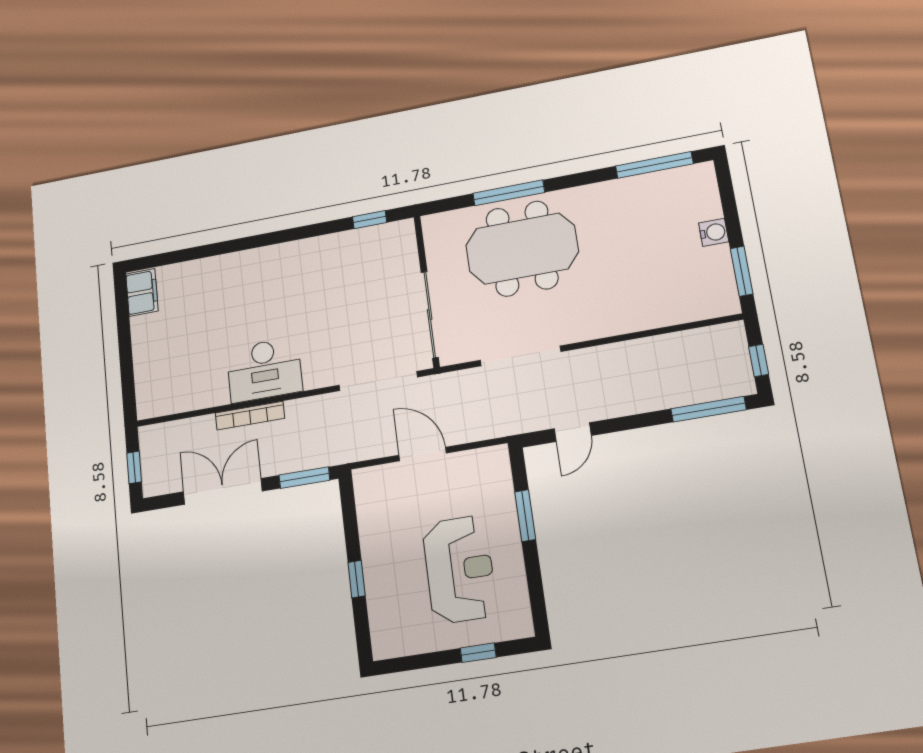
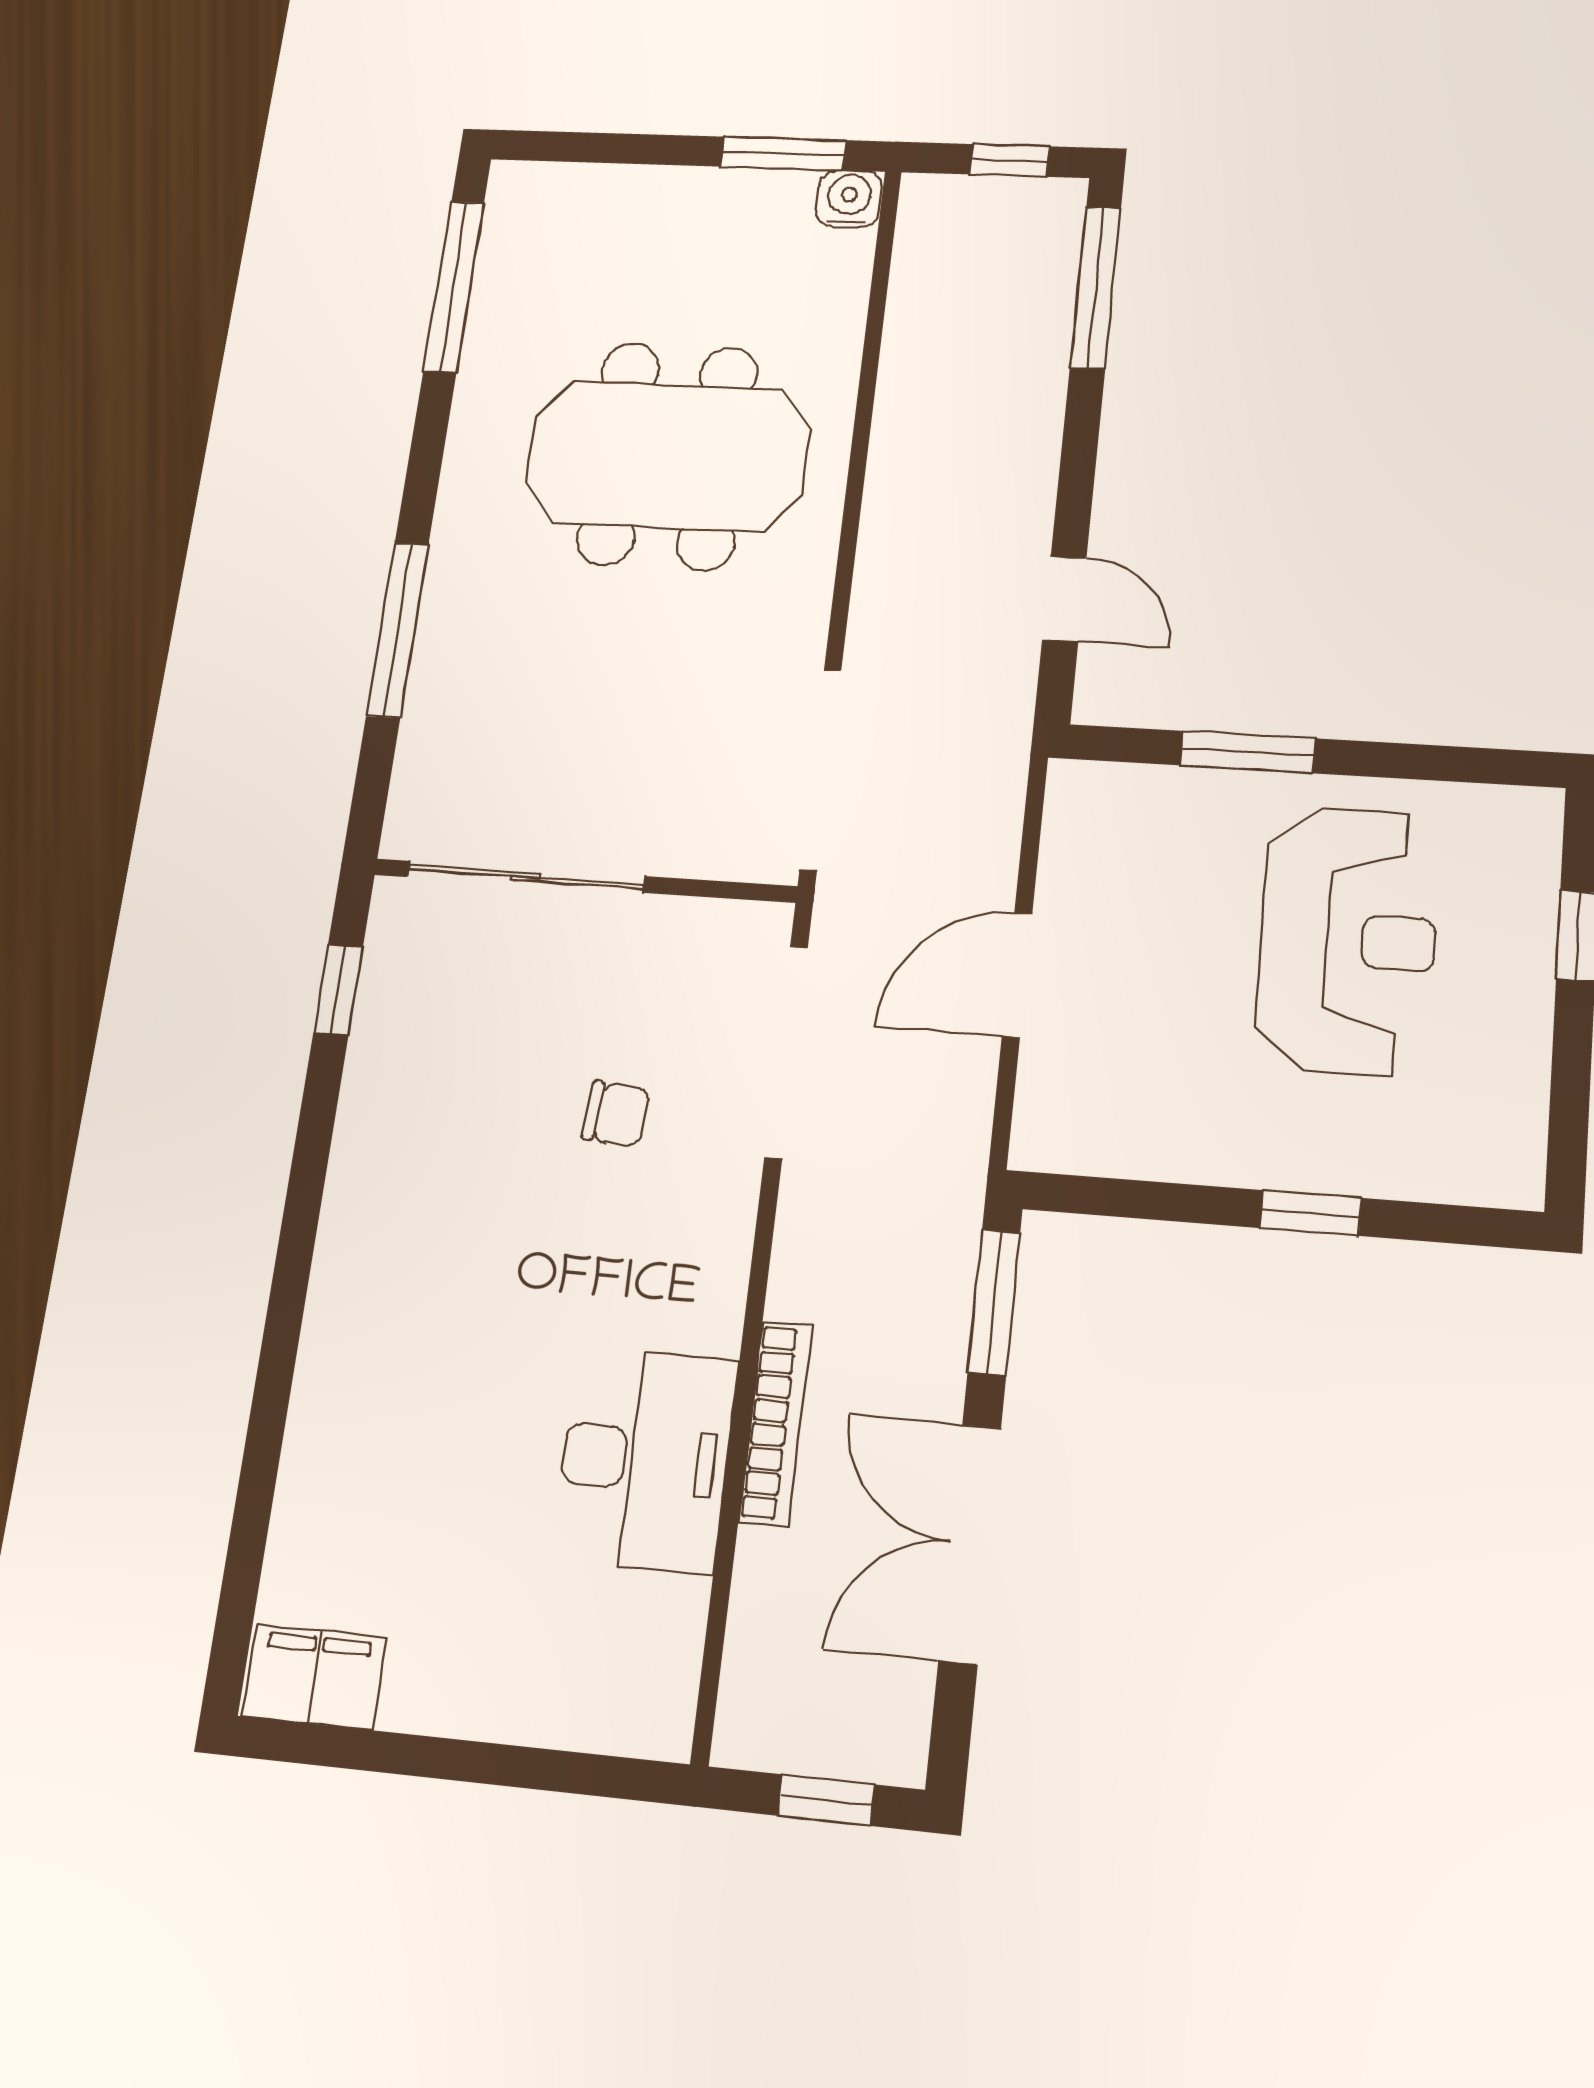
water cooler: (714, 232) -> (849, 199), moved
meeting table: (522, 248) -> (668, 456), moved, turned 90
sliding door: (430, 315) -> (526, 877), moved
chair: (344, 329) -> (616, 1114), added
doorway: (520, 356) -> (821, 769), moved
desk: (264, 370) -> (645, 1459), moved
reception desk: (460, 569) -> (1348, 940), turned 90

